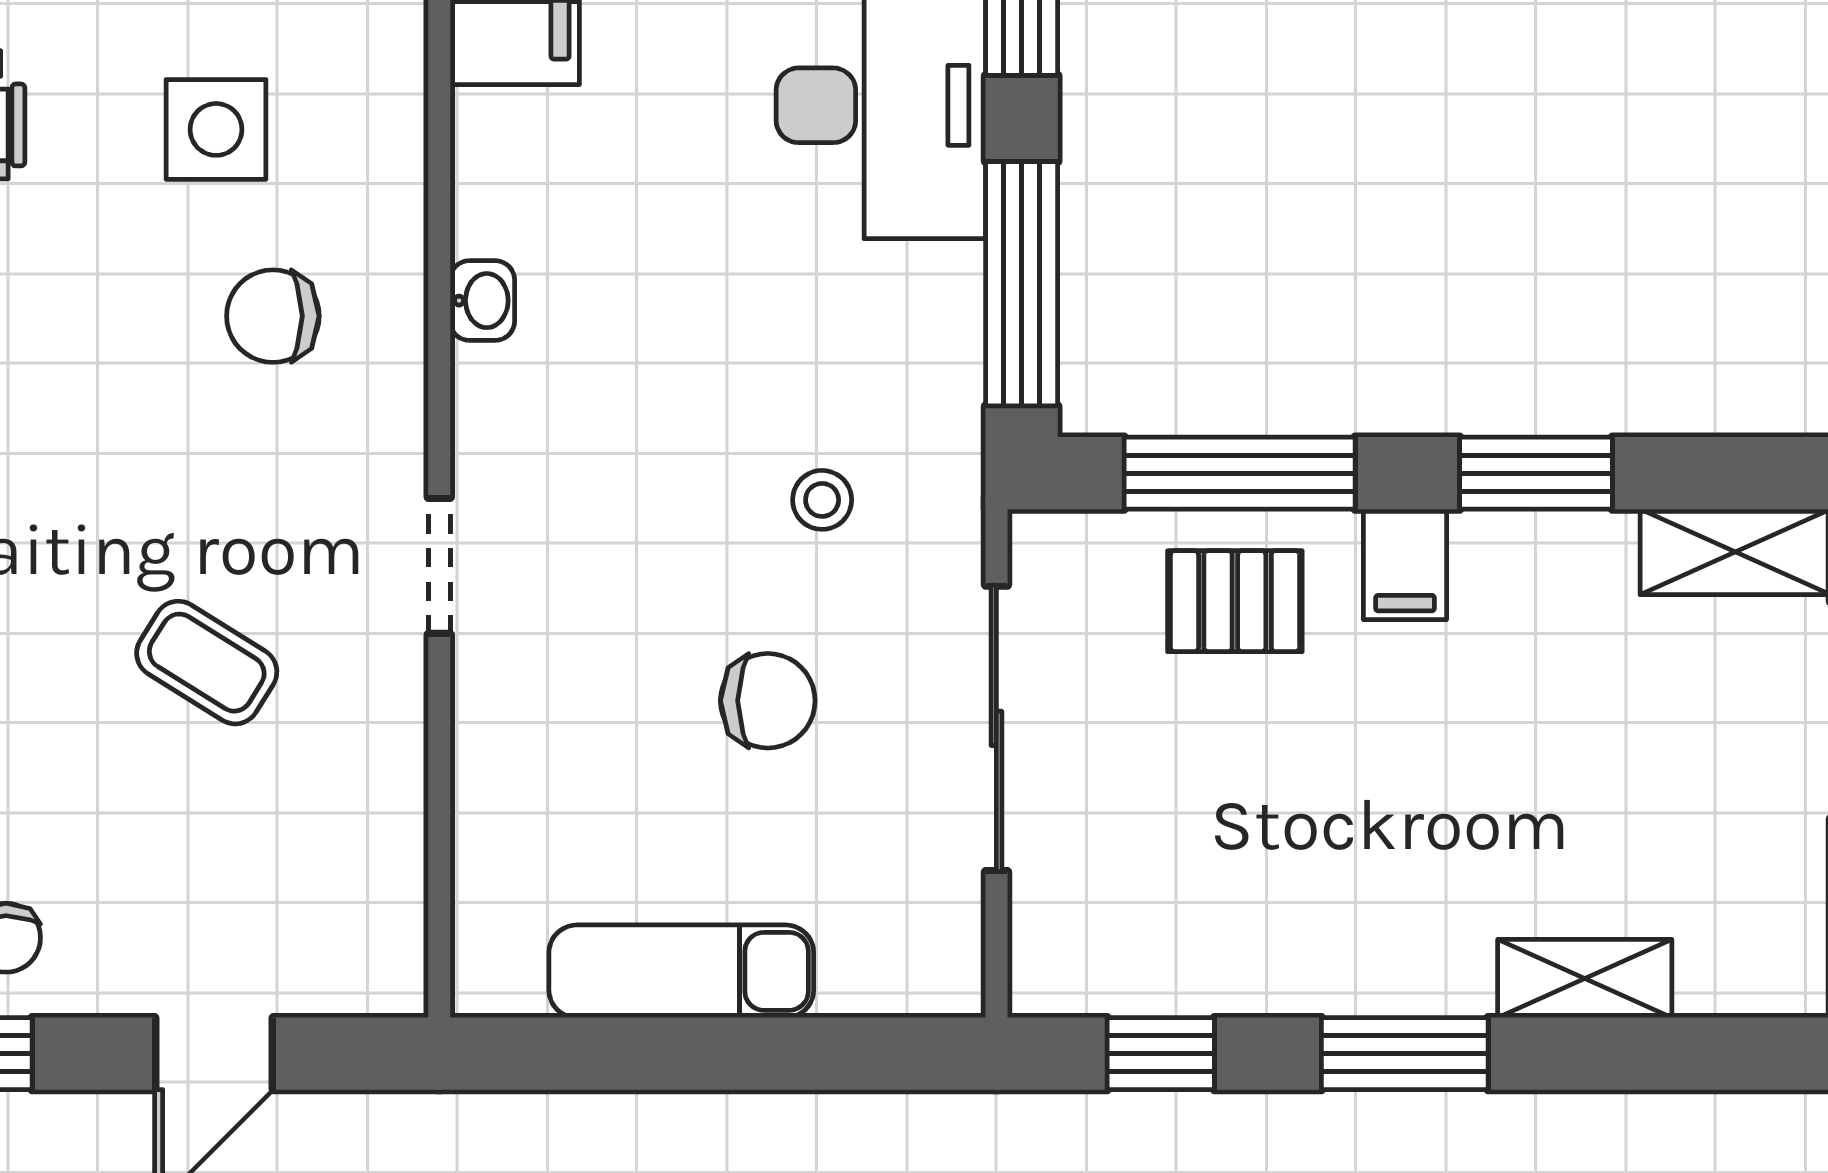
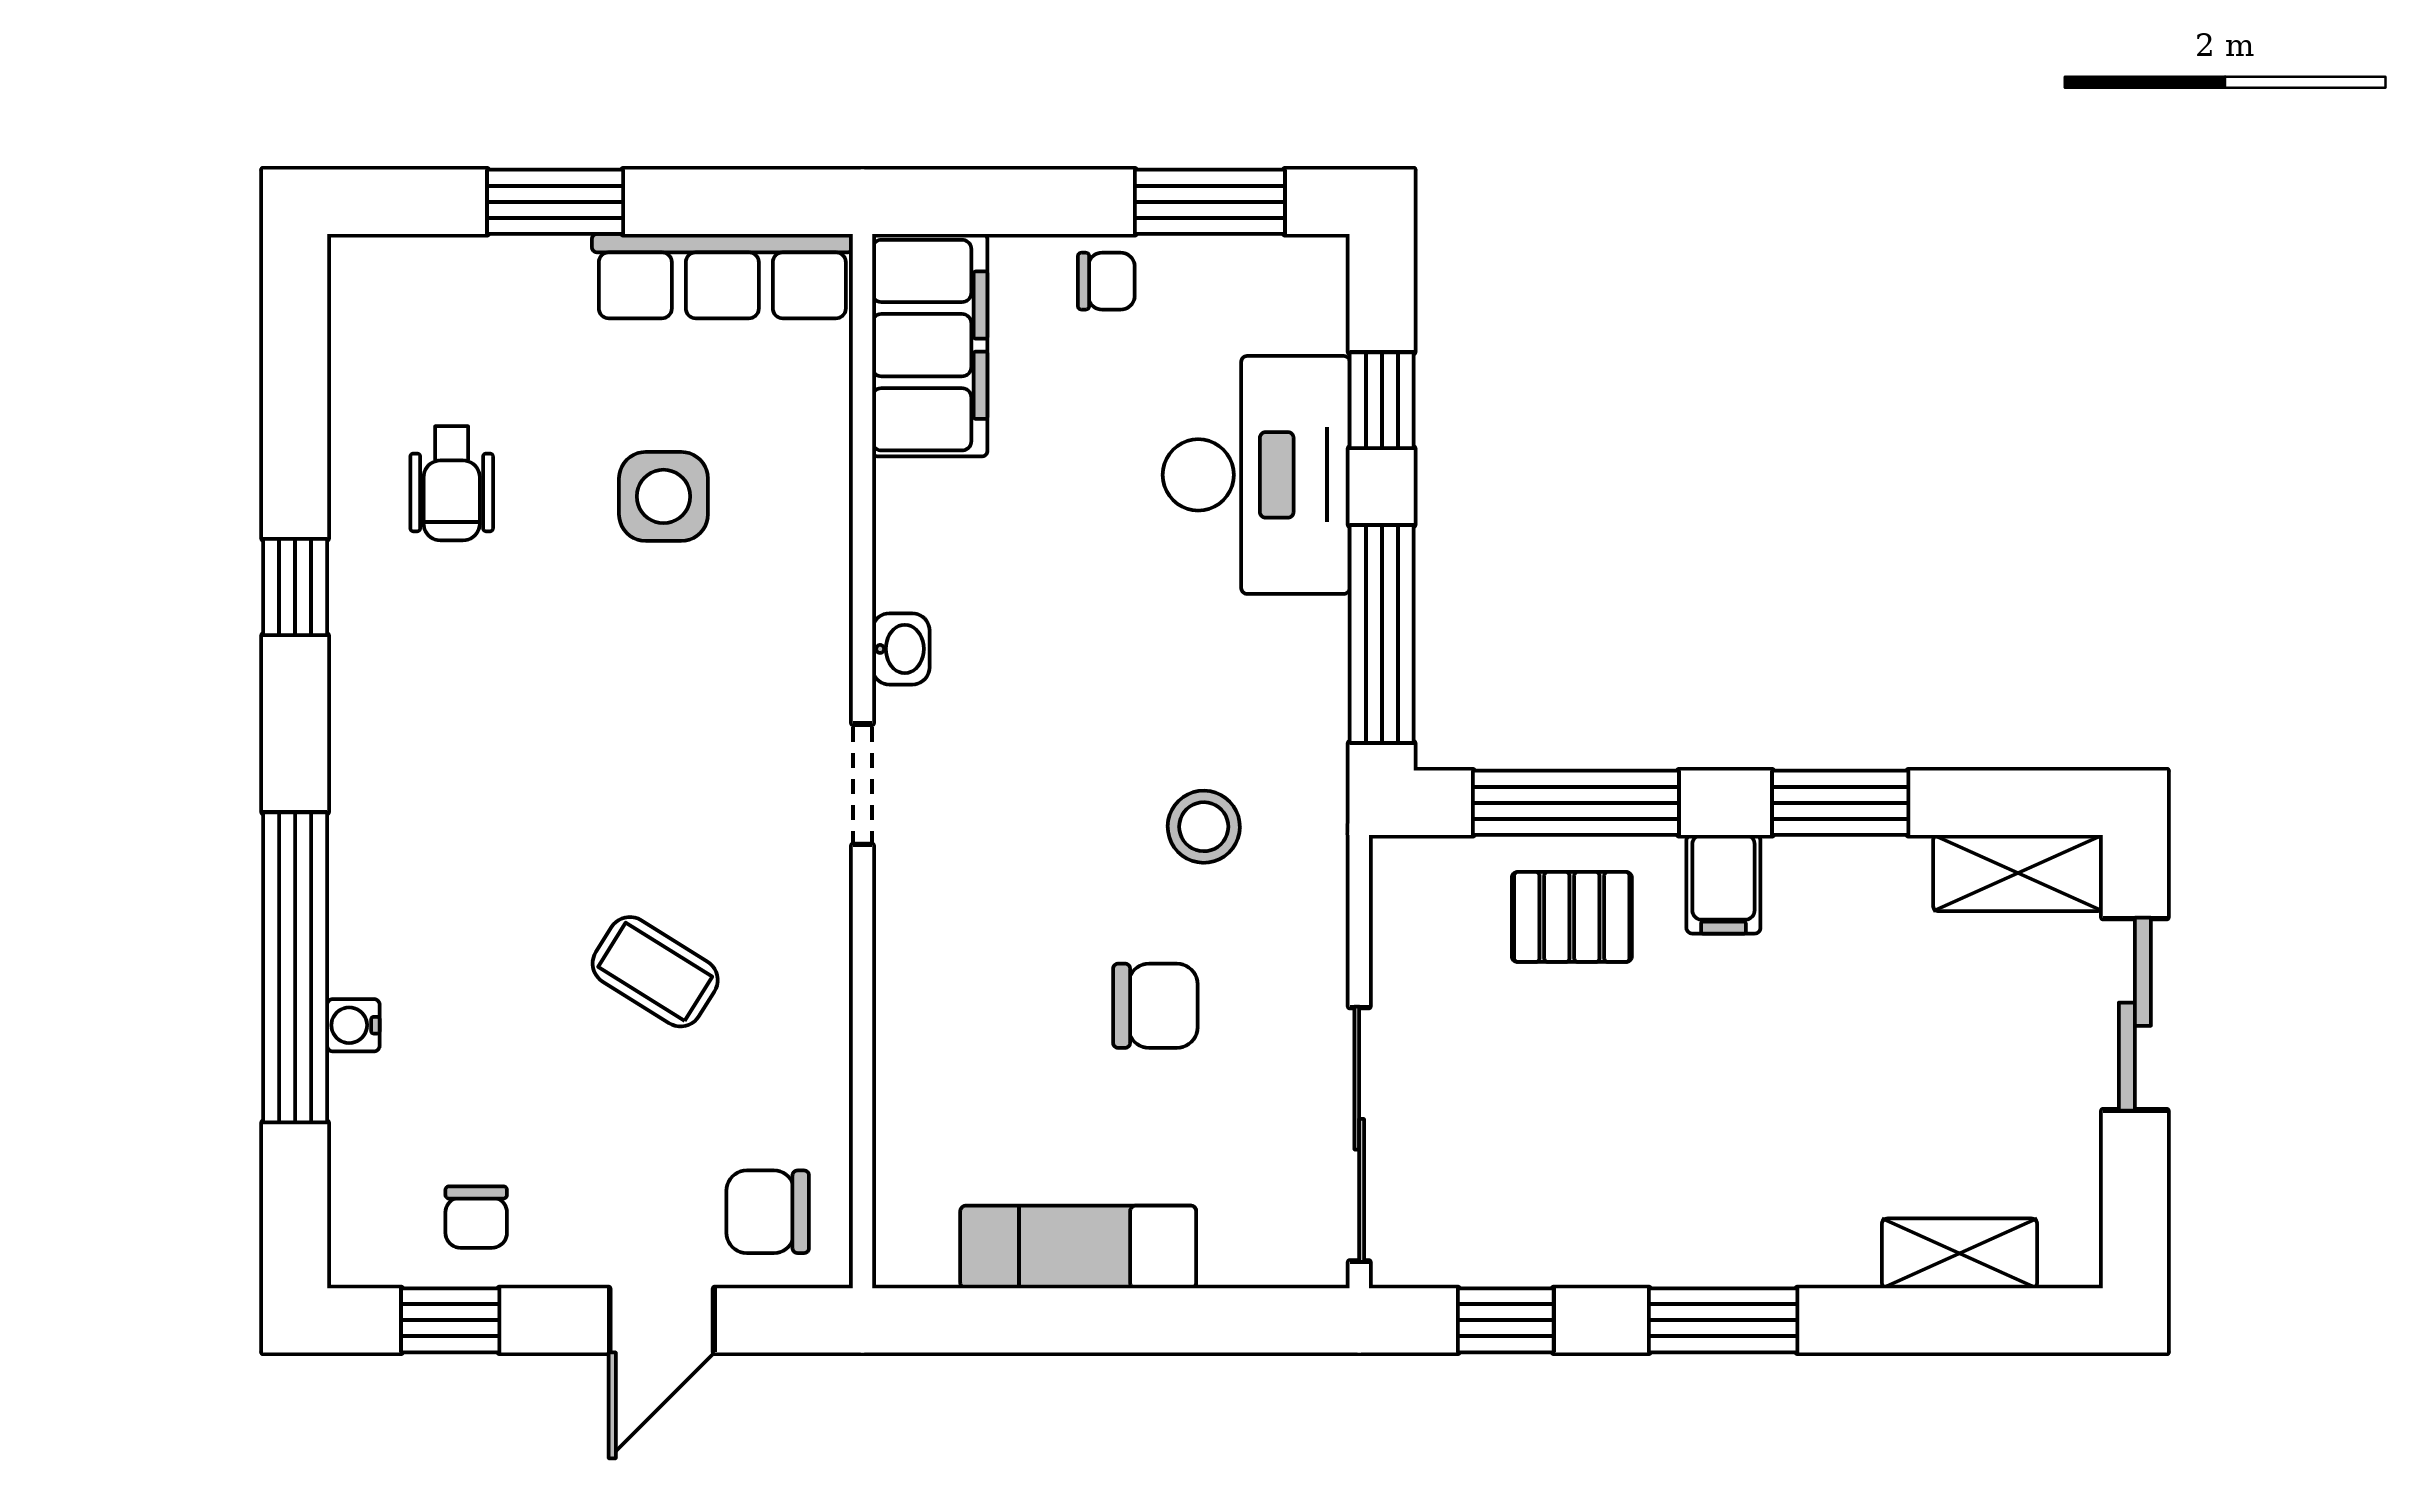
chair: (273, 316) -> (768, 1212), moved
stool: (822, 500) -> (1204, 827), width x1.37, depth x1.37
doorway: (439, 566) -> (862, 784), moved
sliding door: (996, 728) -> (1359, 1134), moved
shelving: (1585, 979) -> (1960, 1253), moved

